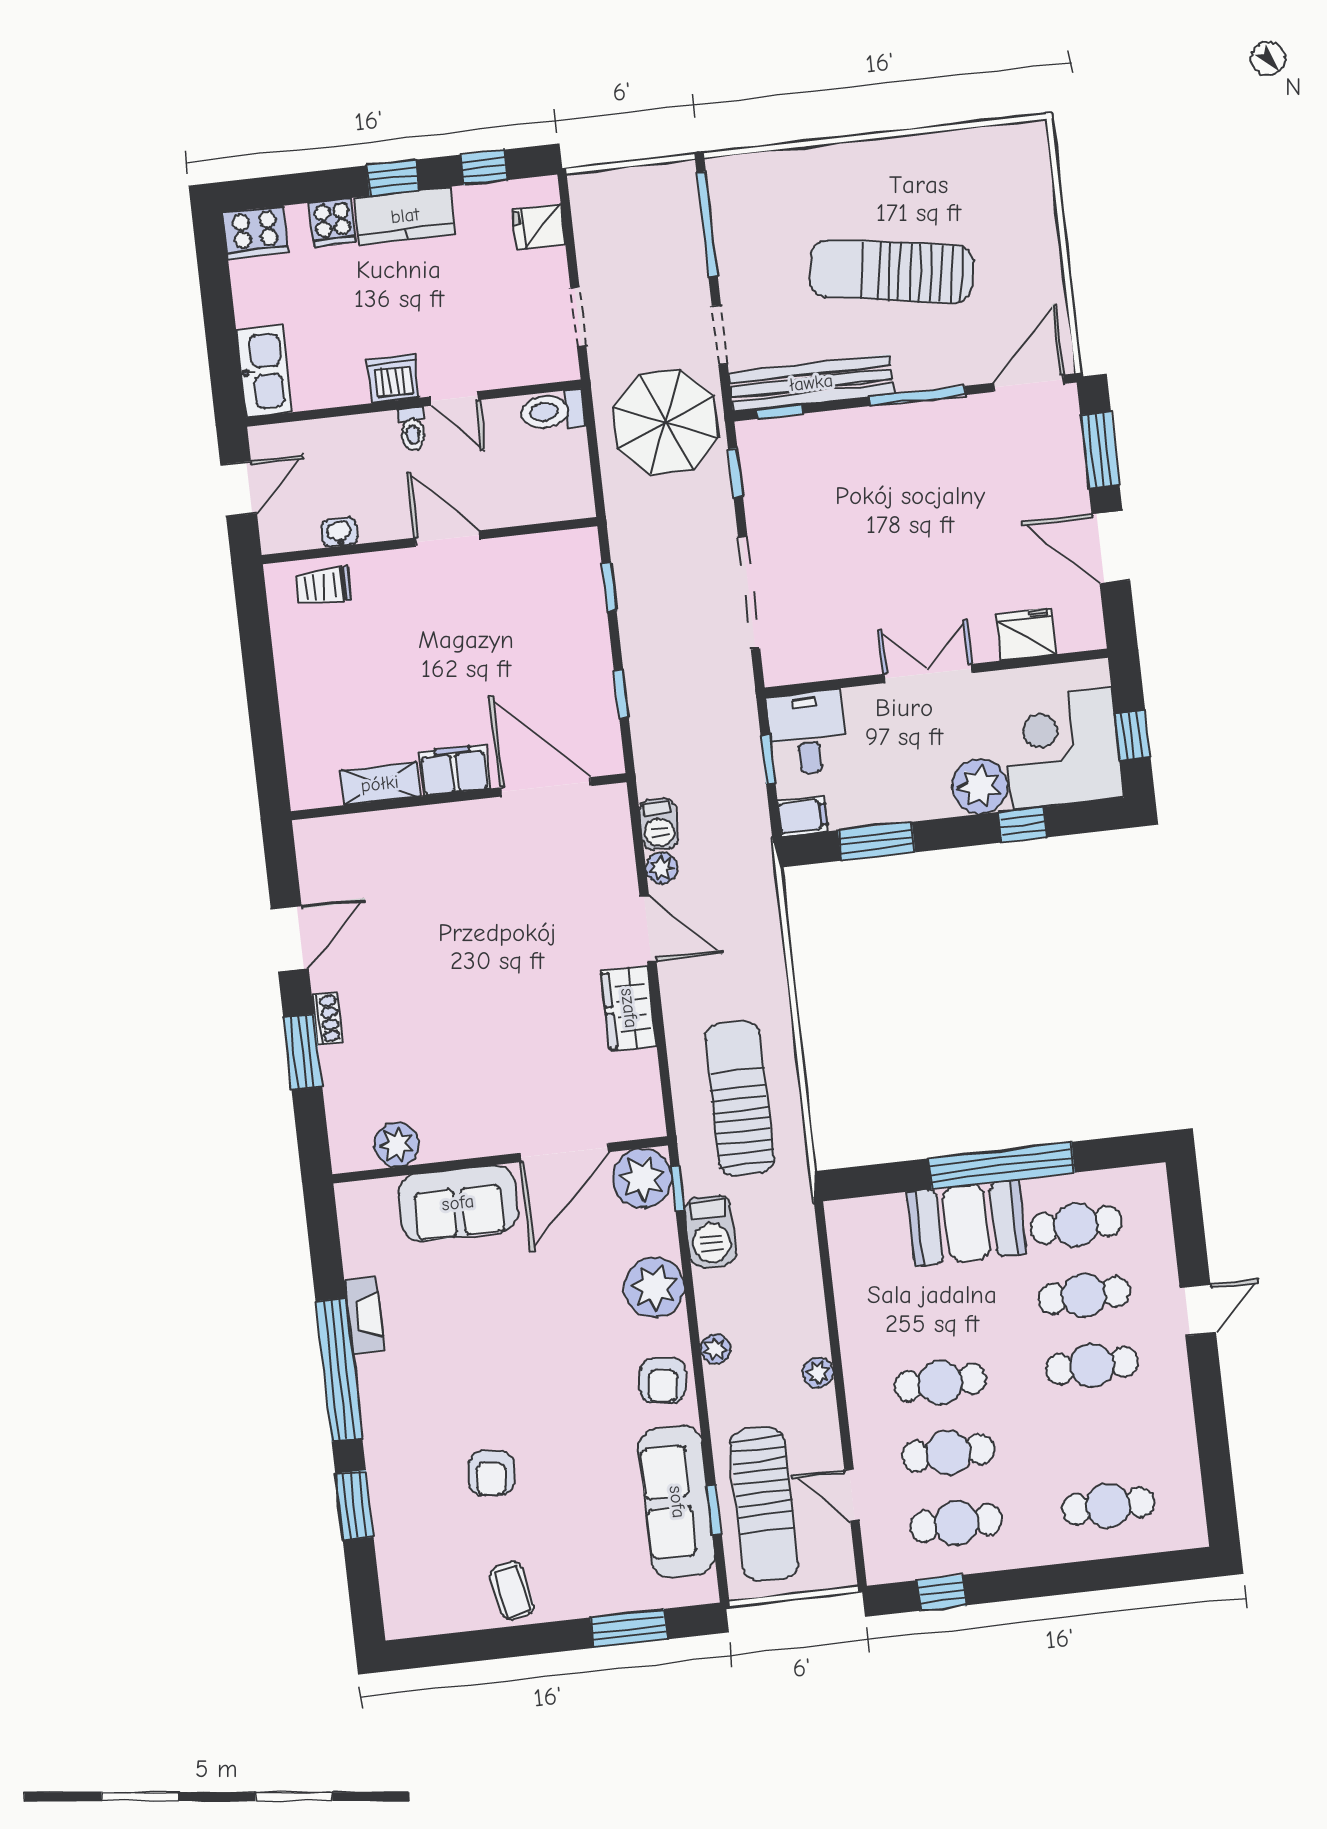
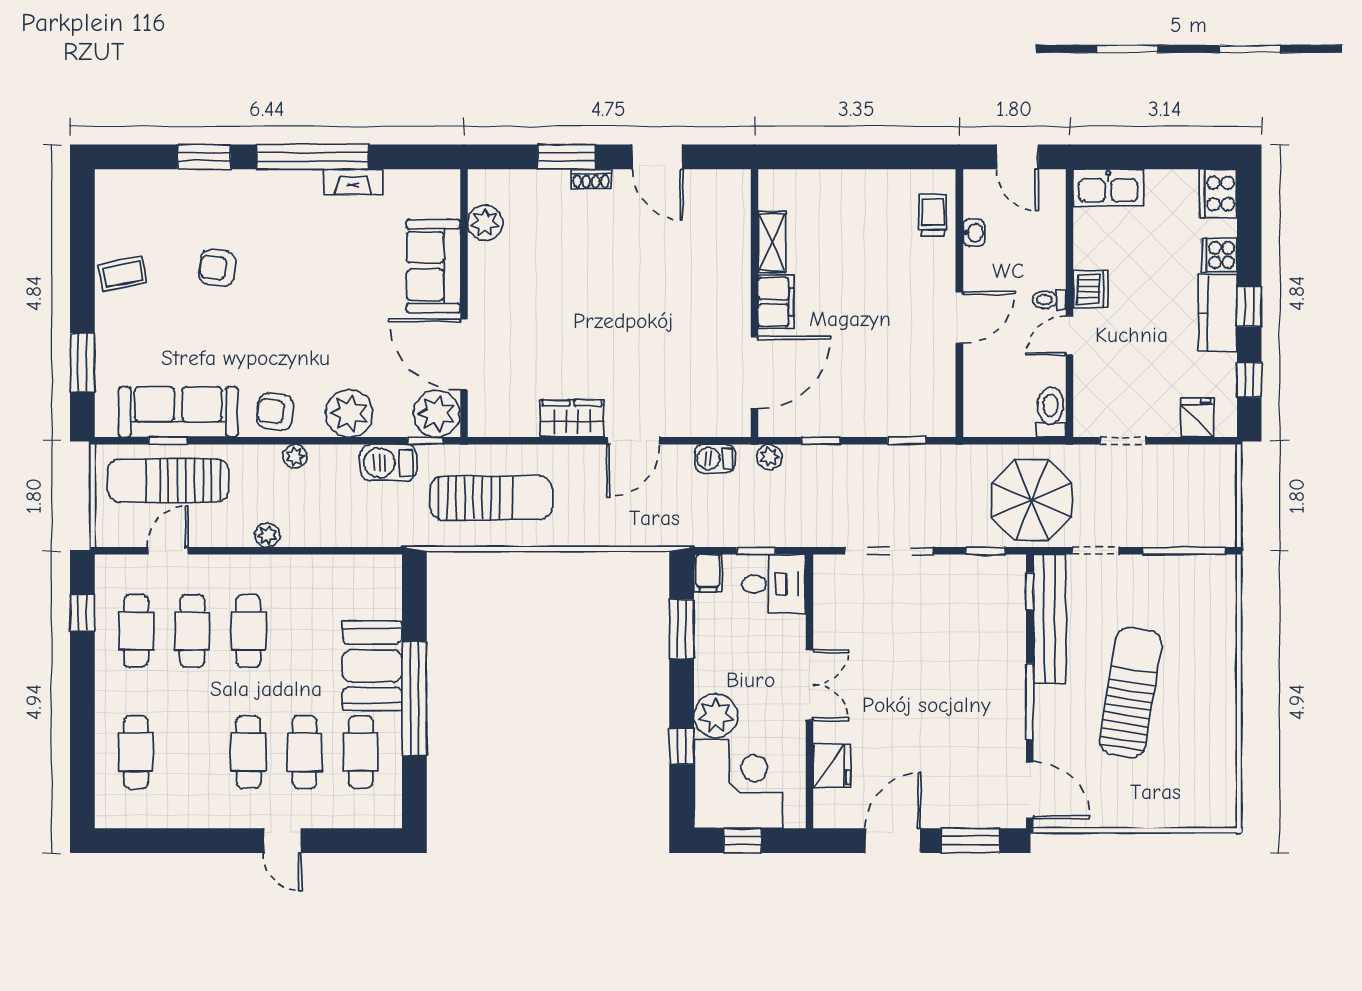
plant: (661, 868) -> (770, 457), moved

